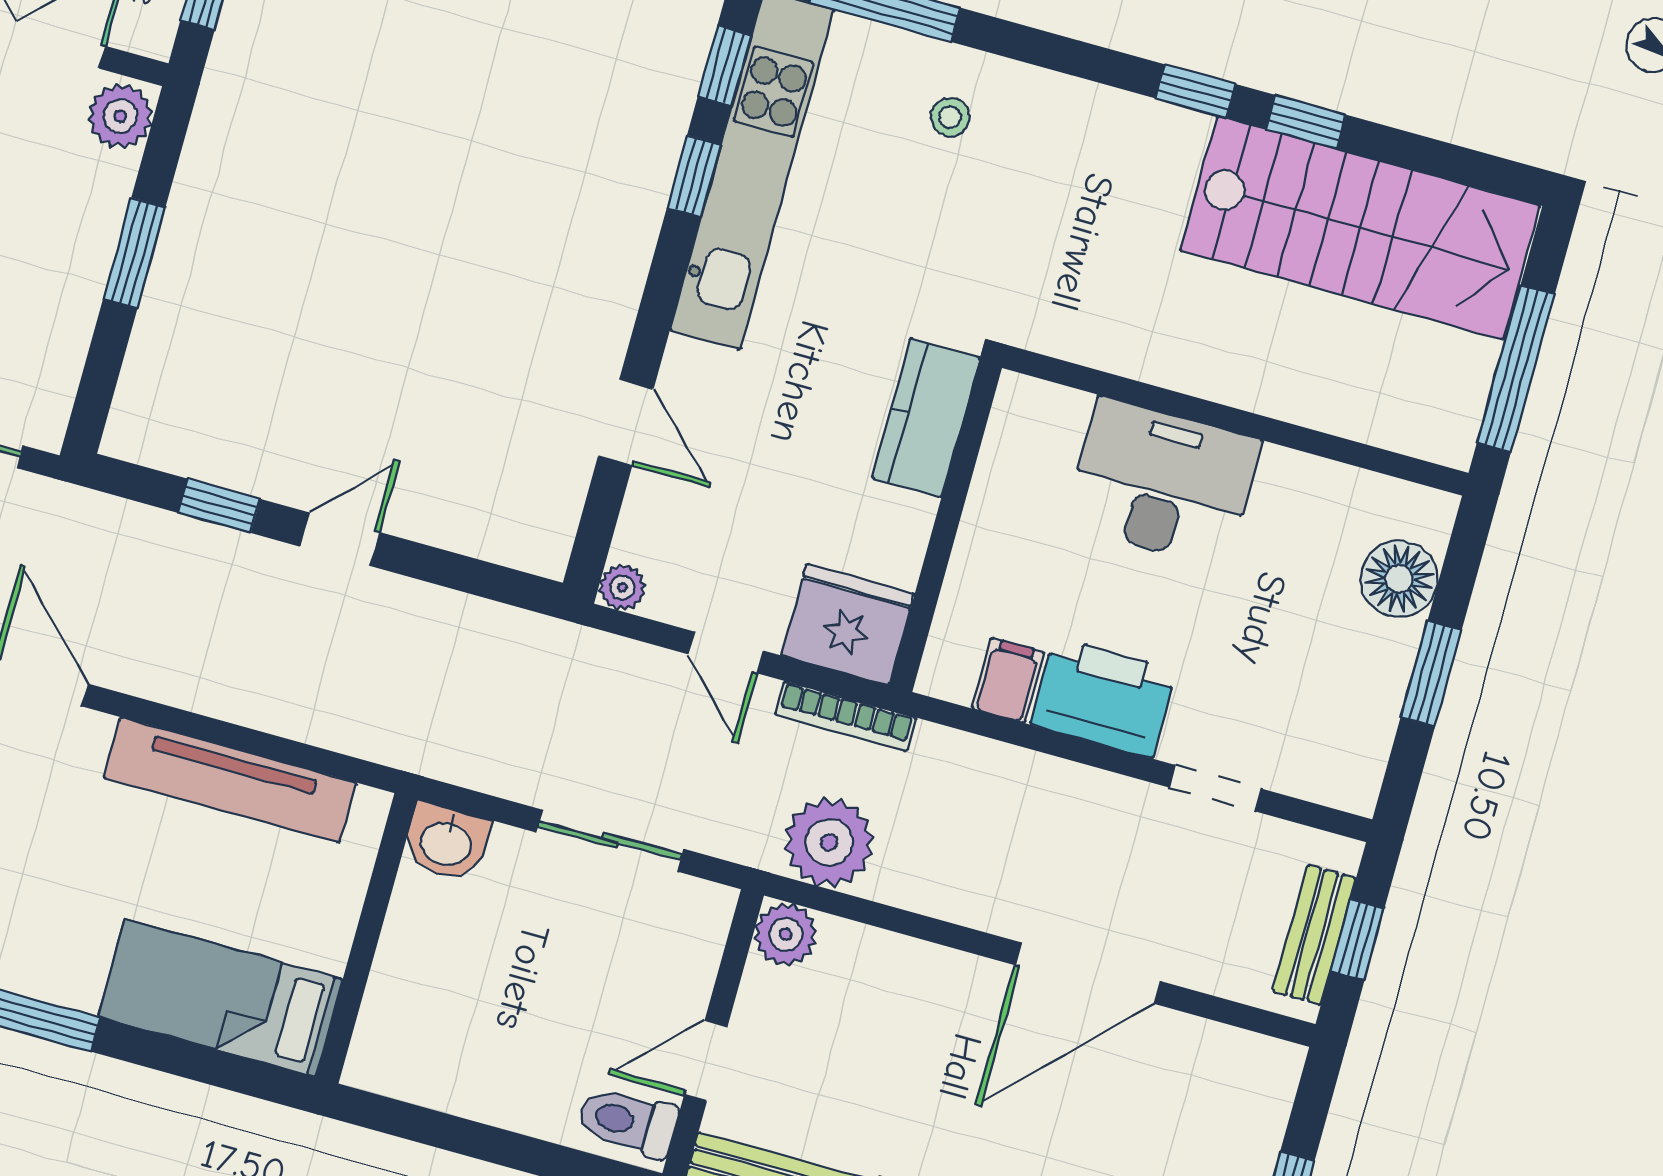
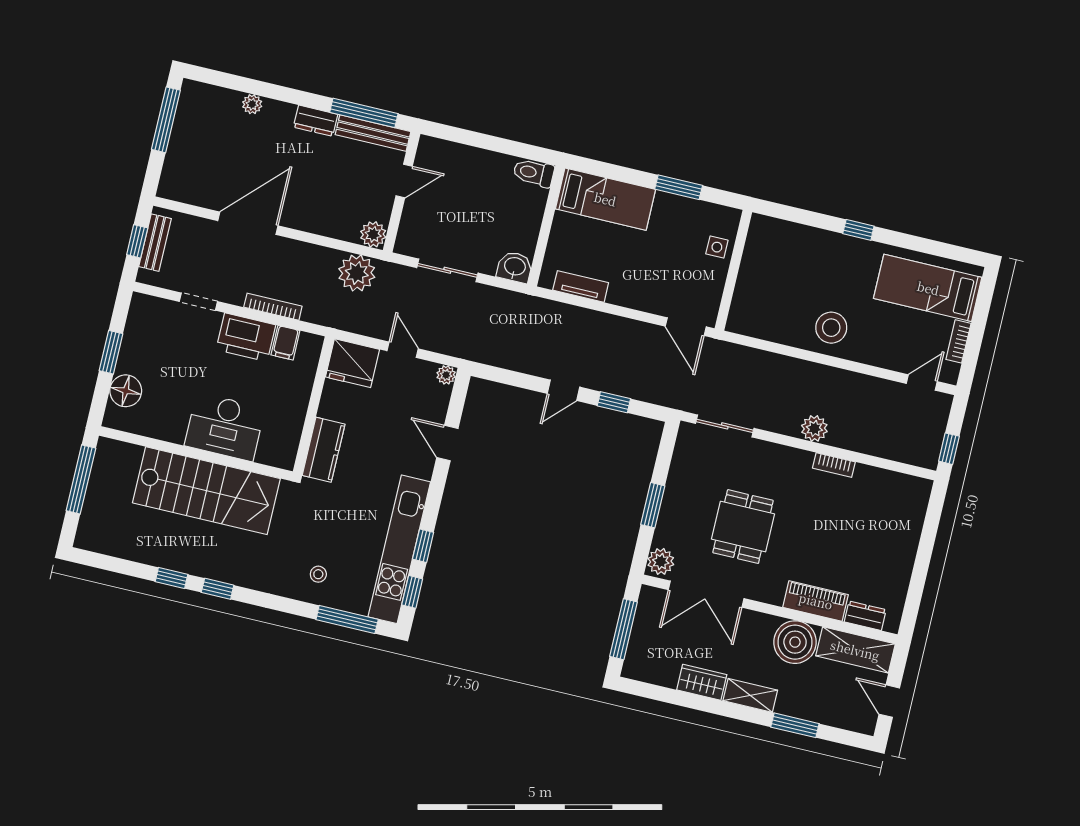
stairs: (1360, 228) -> (206, 491), moved, turned 180
bookcase: (846, 716) -> (273, 307), moved
tv unit: (230, 780) -> (581, 286), width x0.52, depth x0.78
toilet: (627, 1122) -> (534, 173), moved, turned 180

